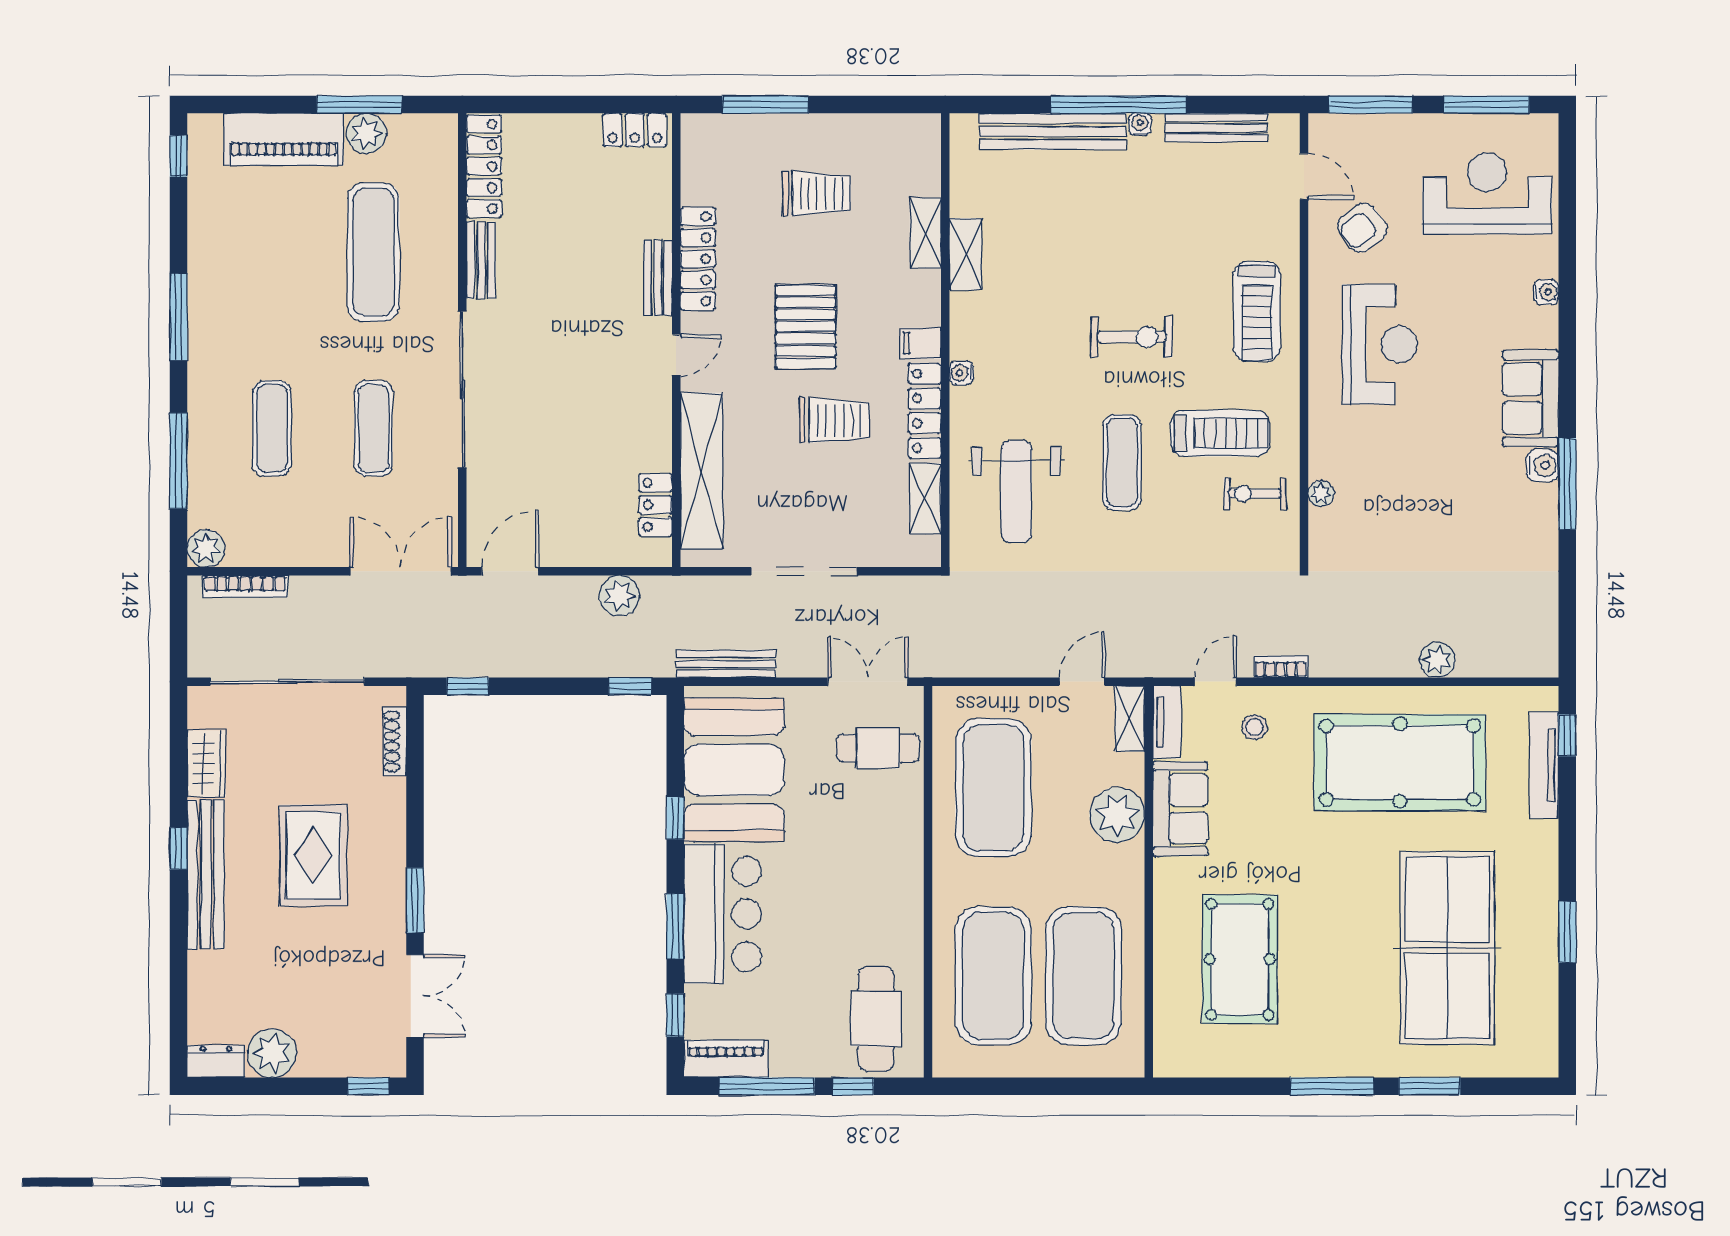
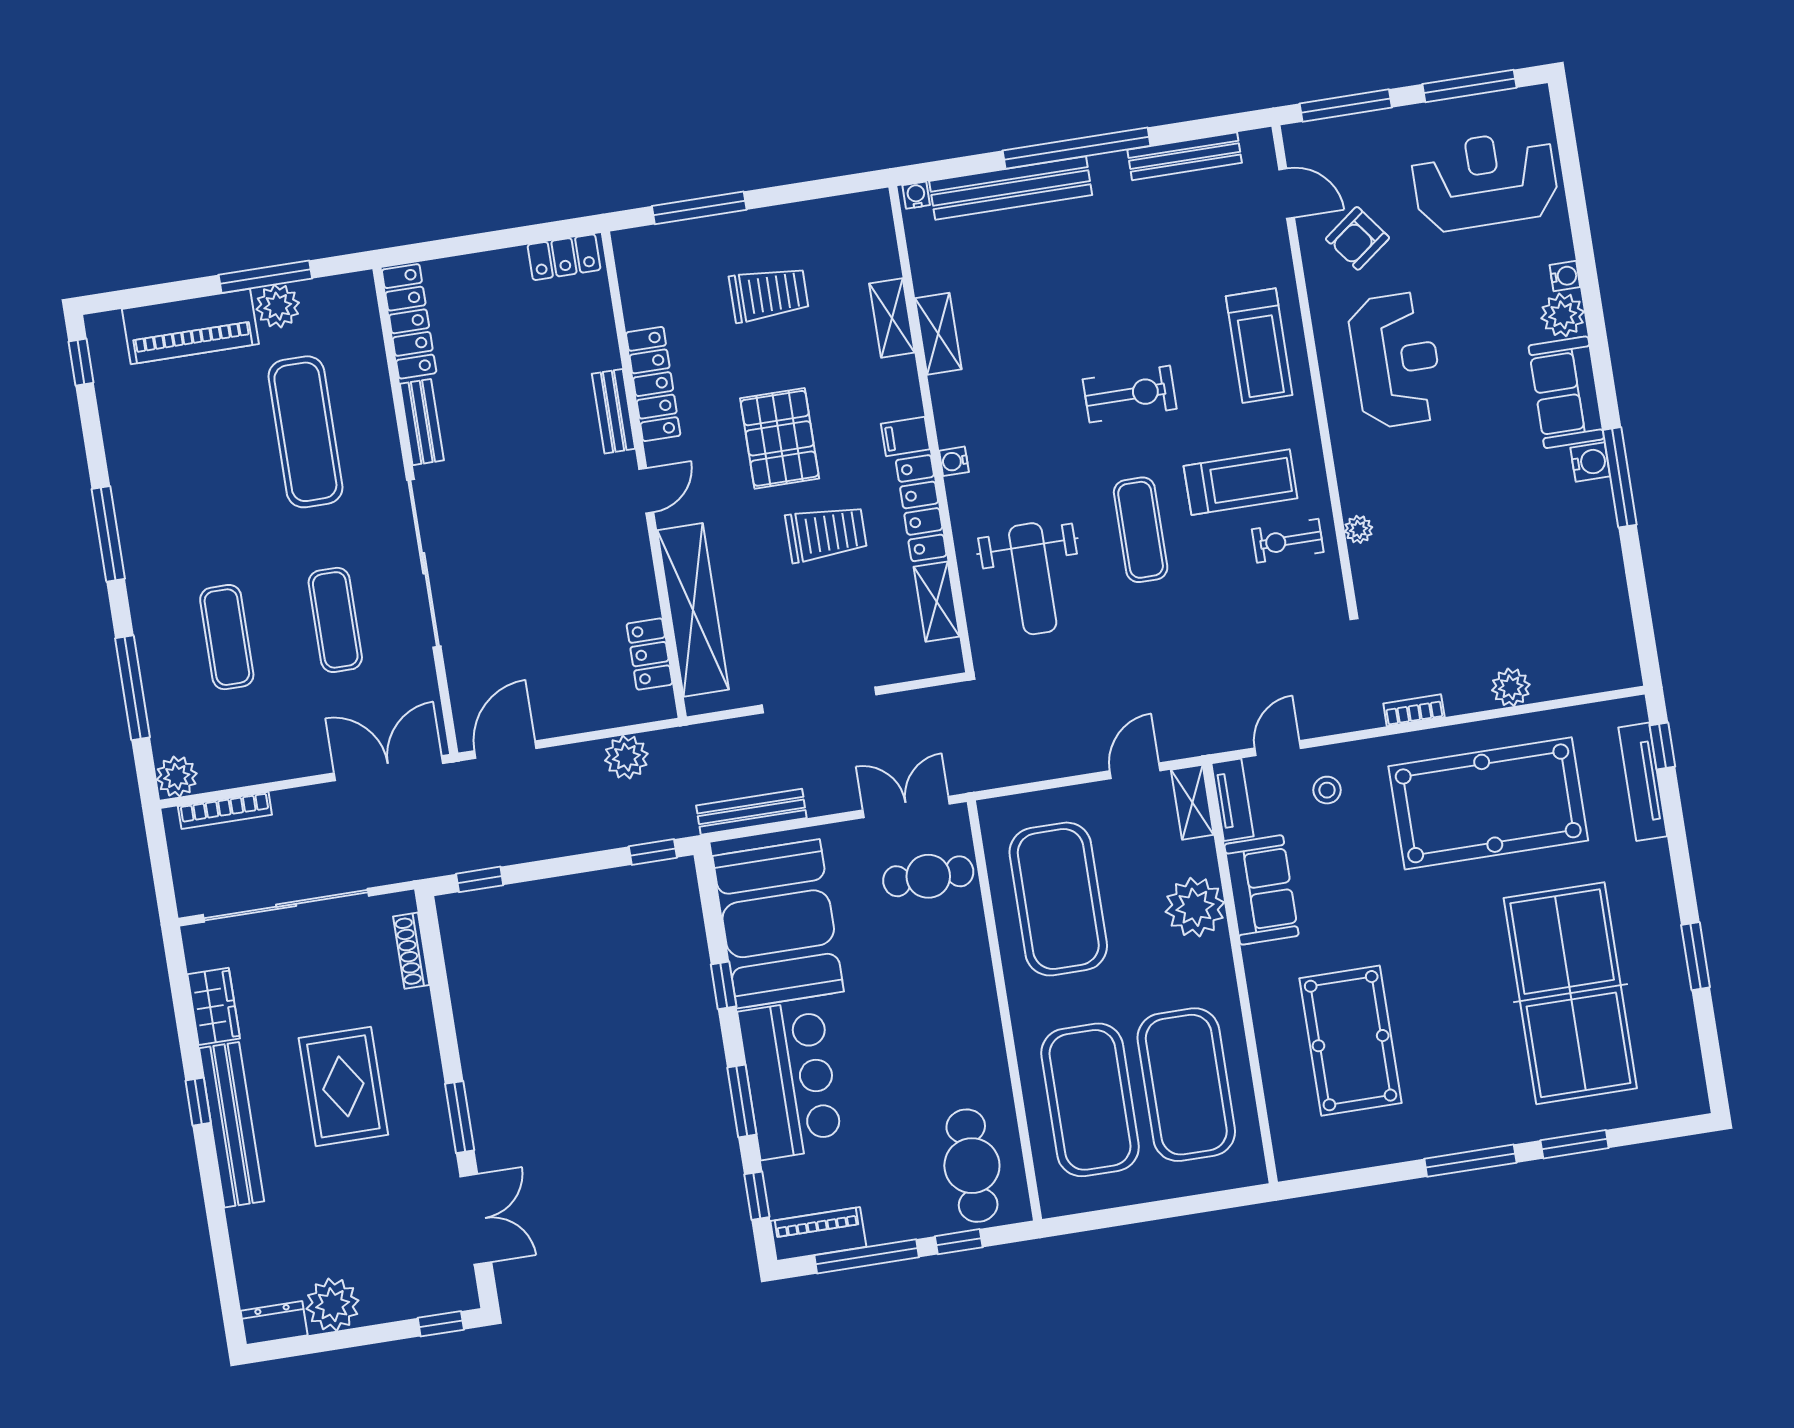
water cooler: (1140, 124) -> (916, 195), moved
plant: (1538, 327) -> (1563, 315), added
bookcase: (1281, 667) -> (1414, 710), moved

